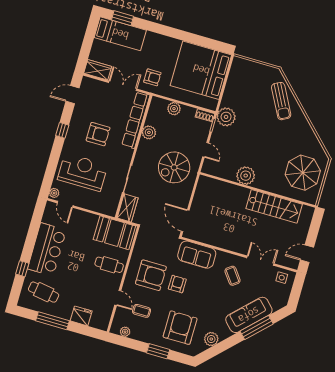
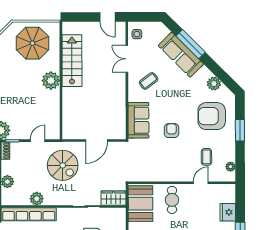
plant: (246, 176) -> (51, 81), moved
door: (185, 221) -> (97, 141), moved
armchair: (151, 275) -> (170, 158), removed
armchair: (177, 284) -> (171, 131), turned 90

